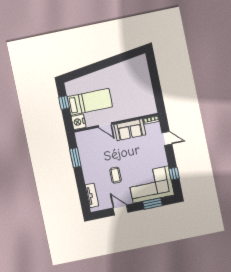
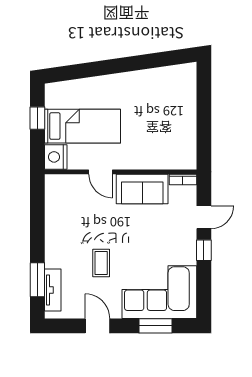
door: (167, 138) -> (204, 217), hinge flipped
window: (75, 158) -> (37, 280), moved
window: (174, 174) -> (204, 250), moved

